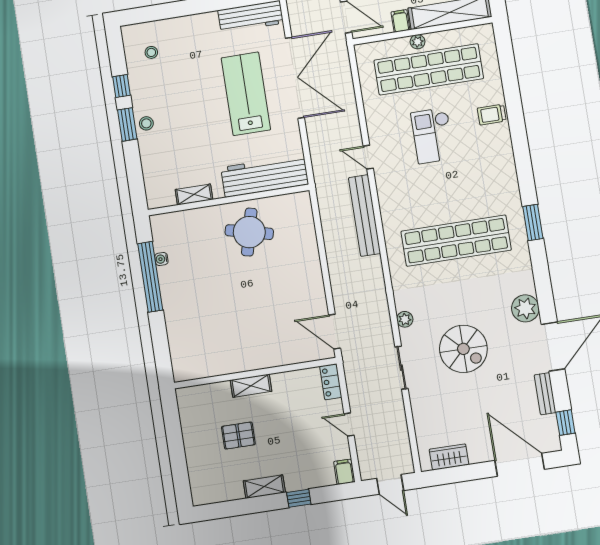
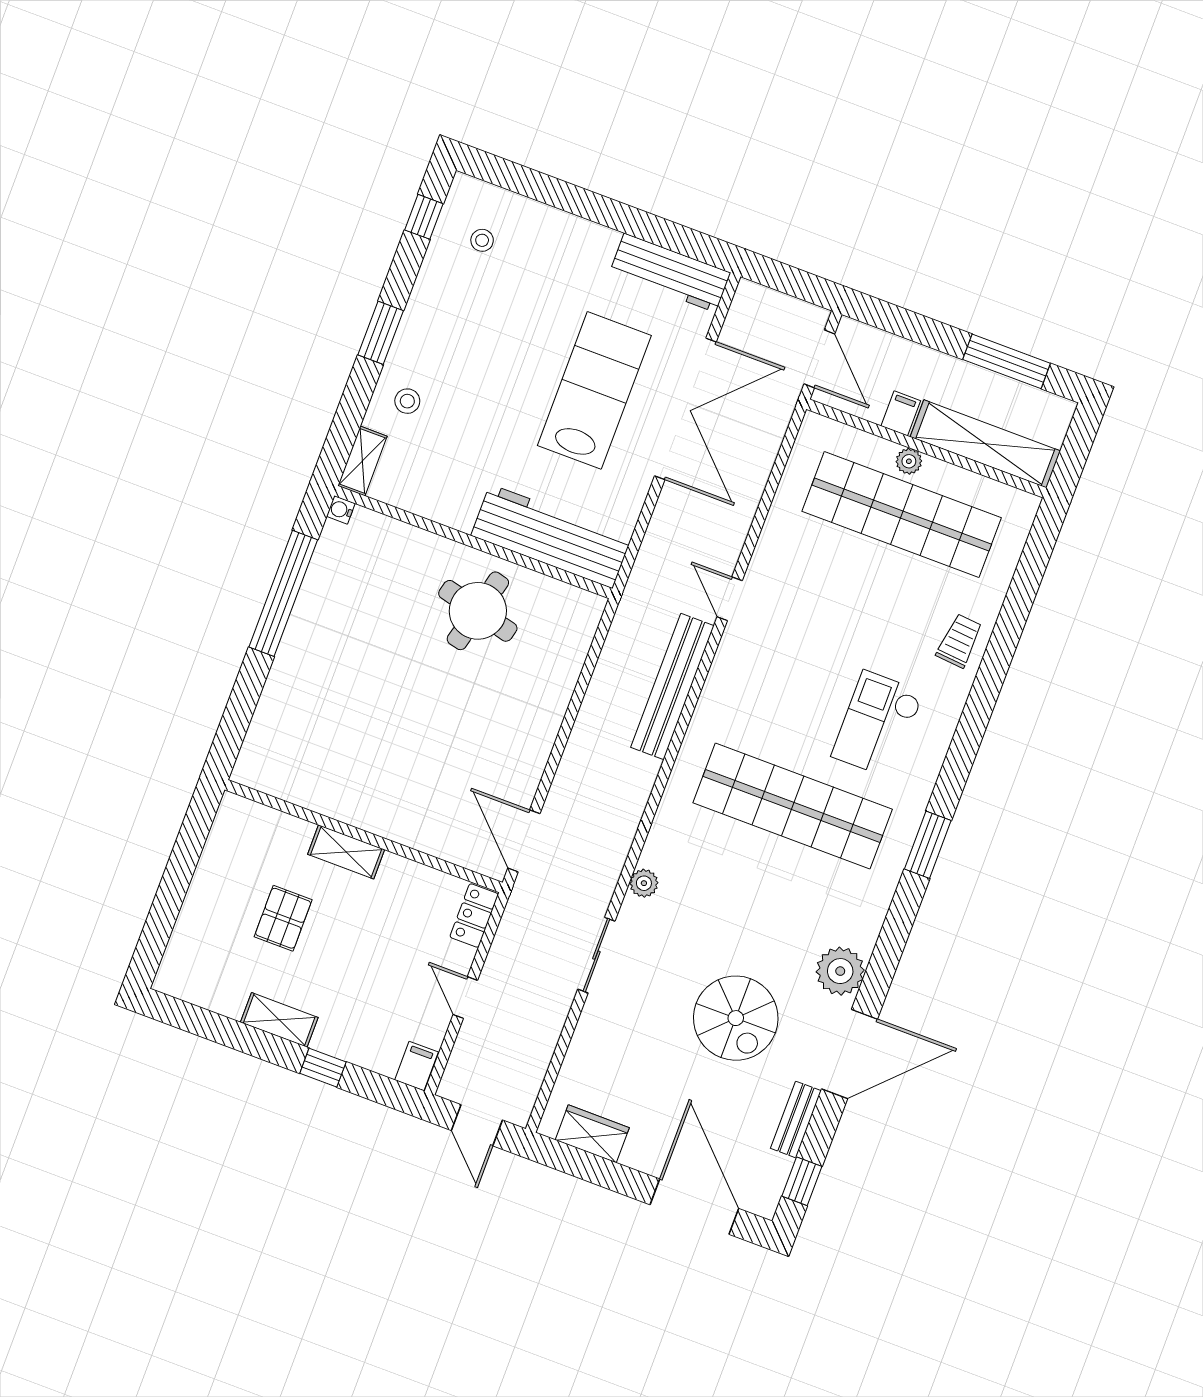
window: (121, 86) -> (424, 217), moved
trolley: (492, 115) -> (959, 641), turned 95
stool: (146, 123) -> (407, 401), moved
checkout: (433, 136) -> (878, 724), moved
shelving: (194, 194) -> (362, 461), moved, turned 90
water cooler: (161, 259) -> (341, 510), moved
spiral stairs: (463, 349) -> (736, 1018), moved
pallet: (238, 436) -> (283, 918), turned 90

